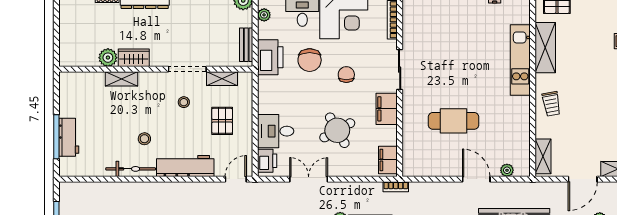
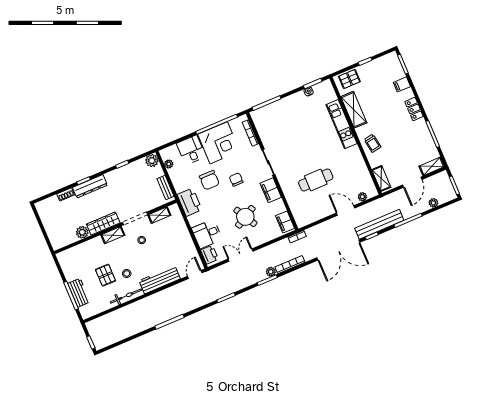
printer: (270, 57) -> (190, 202), moved
wardrobe: (134, 58) -> (103, 223), width x1.50
shelving: (121, 79) -> (113, 235), moved
pallet: (222, 121) -> (105, 275), moved

